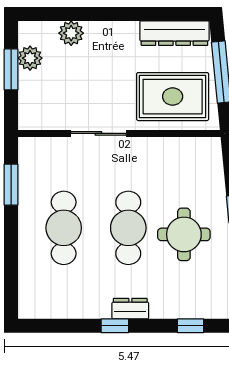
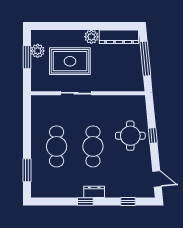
plant: (71, 33) -> (91, 37), moved
rug: (173, 97) -> (70, 61), moved
window: (11, 185) -> (27, 170), moved
round table: (184, 234) -> (130, 136), moved

